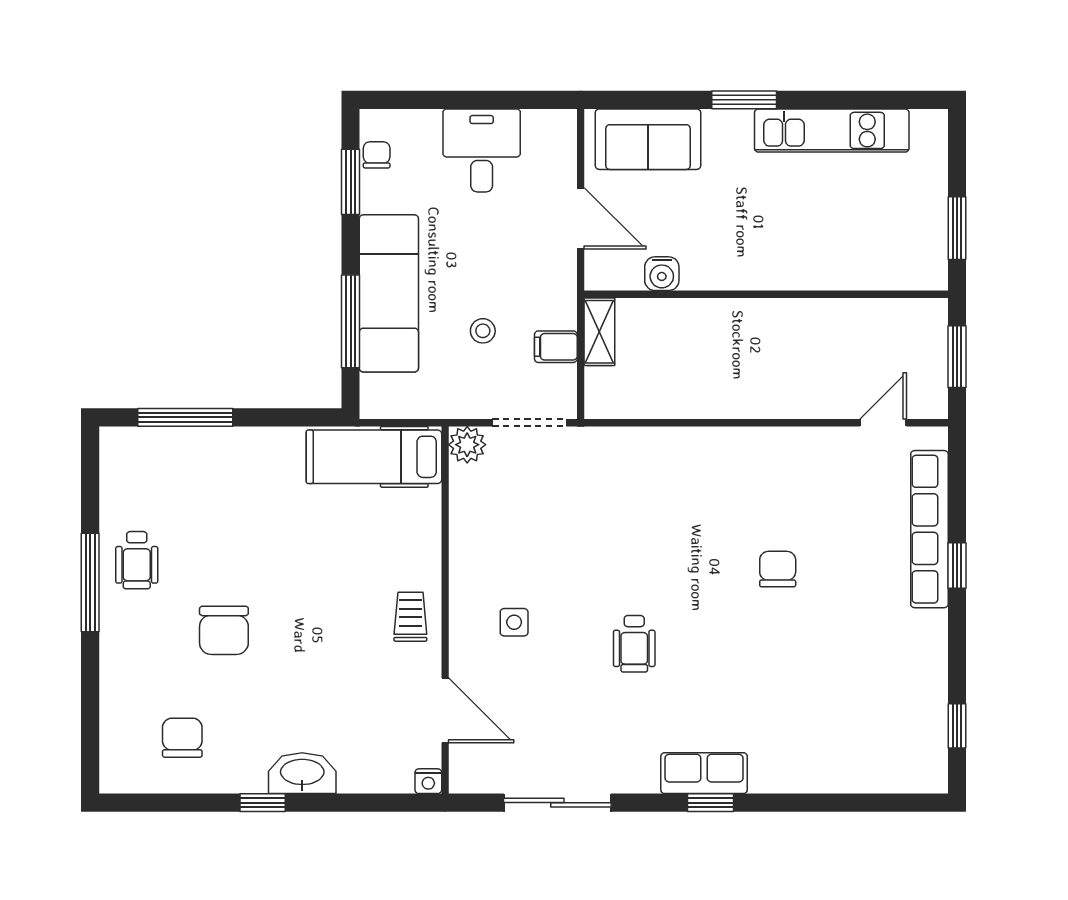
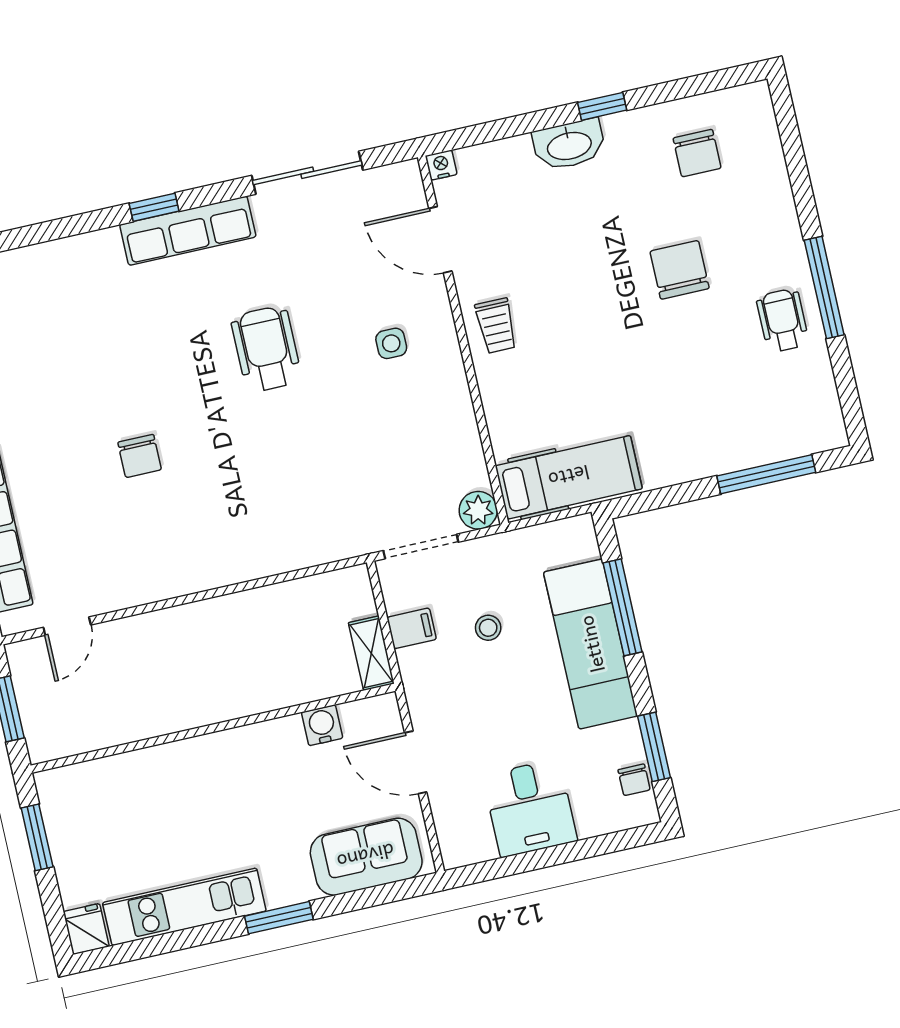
fridge: (930, 130) -> (86, 929), added
wheelchair: (634, 644) -> (266, 349), width x1.36, depth x1.37
row of seats: (704, 773) -> (188, 231), width x1.48

